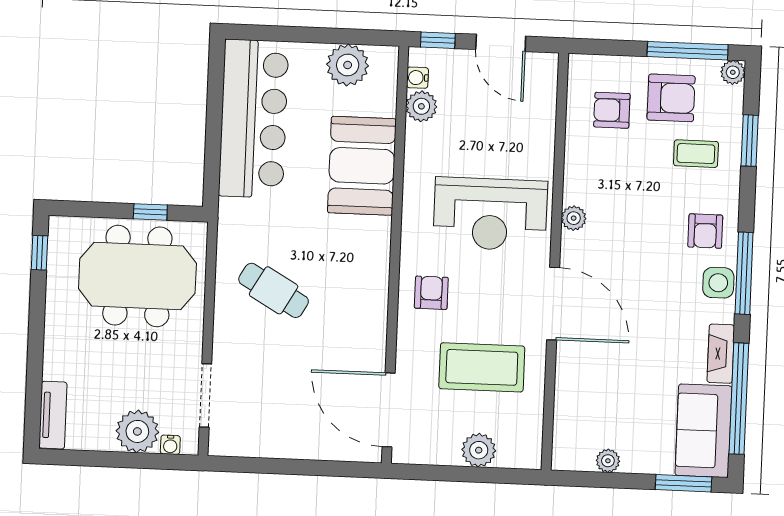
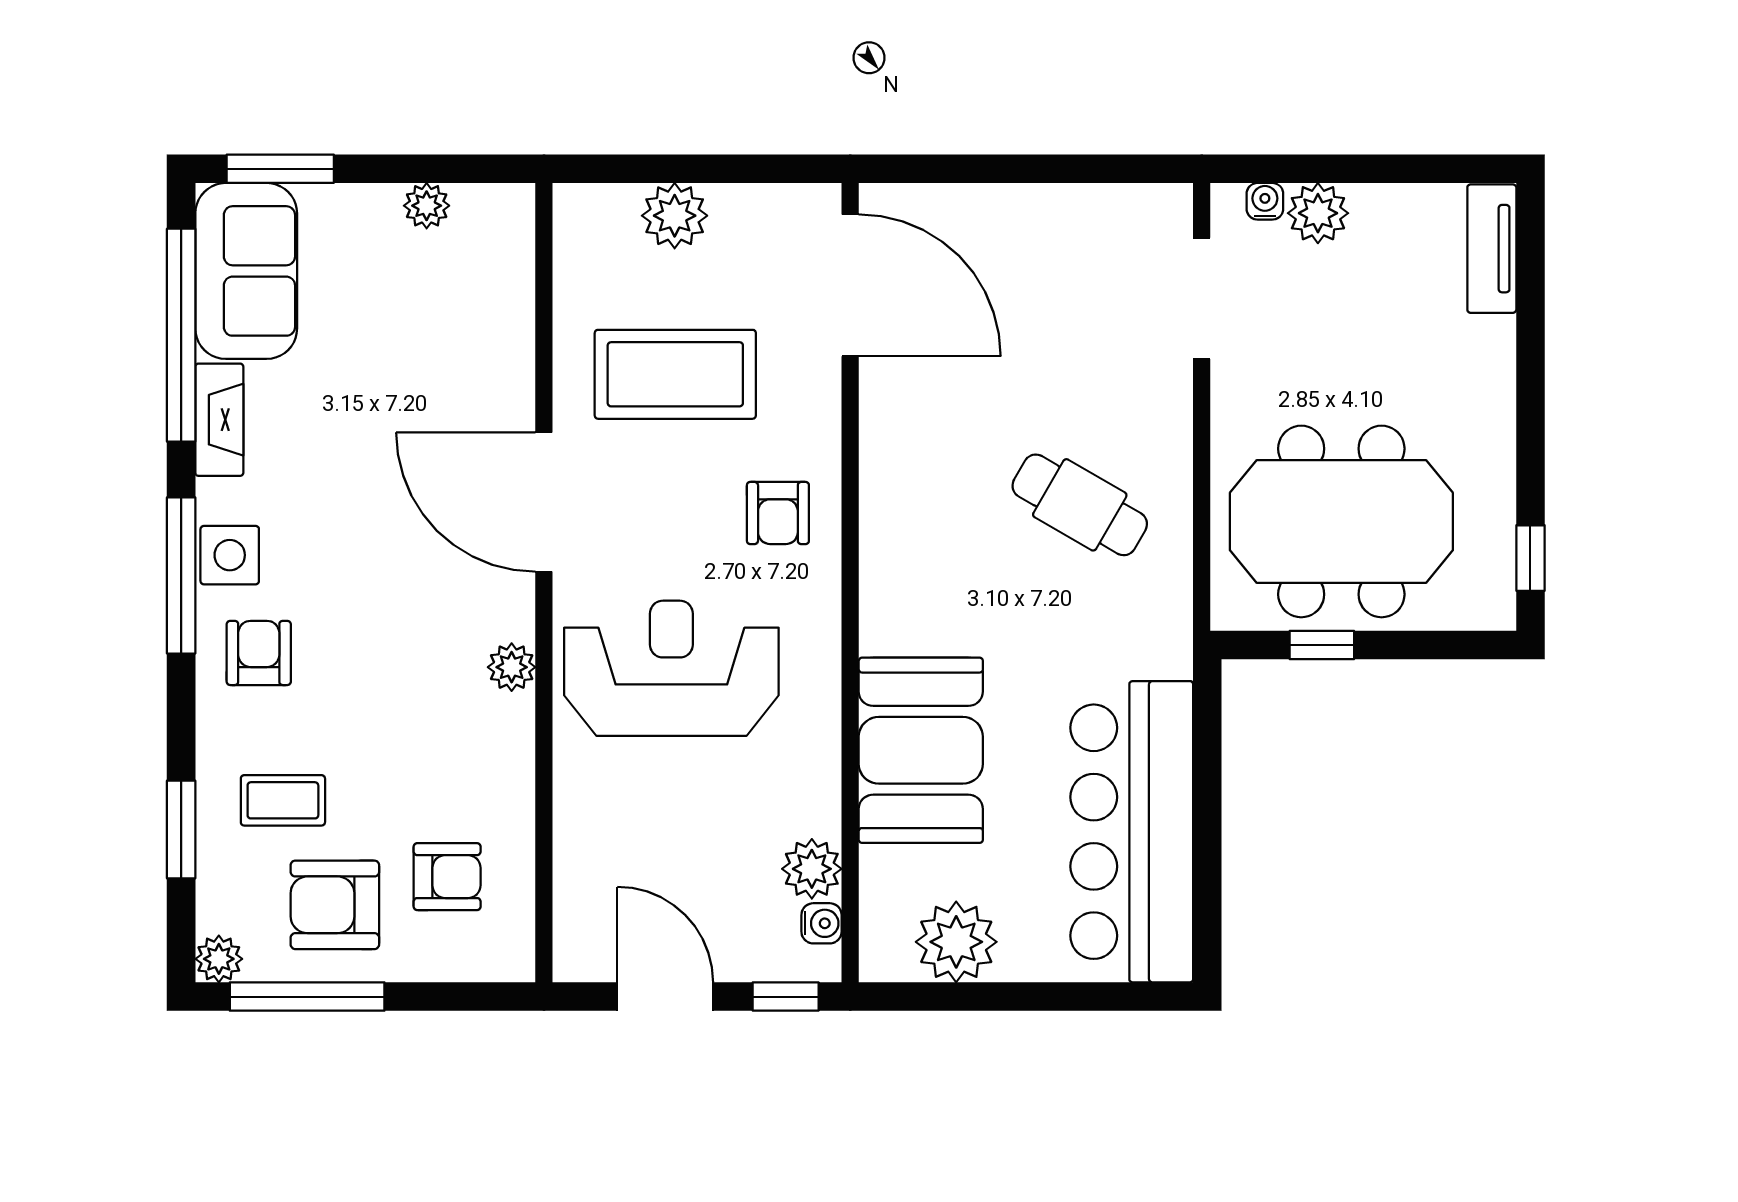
plant: (137, 431) -> (1318, 213), width x0.73, depth x0.73

